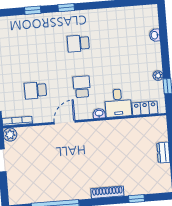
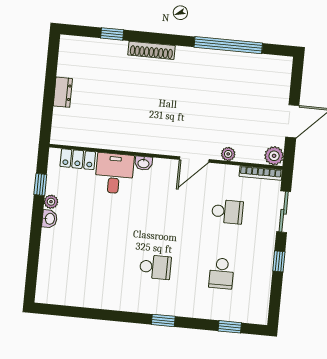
window: (33, 10) -> (230, 327), moved
washbasin: (155, 35) -> (49, 219), moved
school desk: (82, 87) -> (221, 273), moved
plant: (42, 130) -> (228, 154), added

